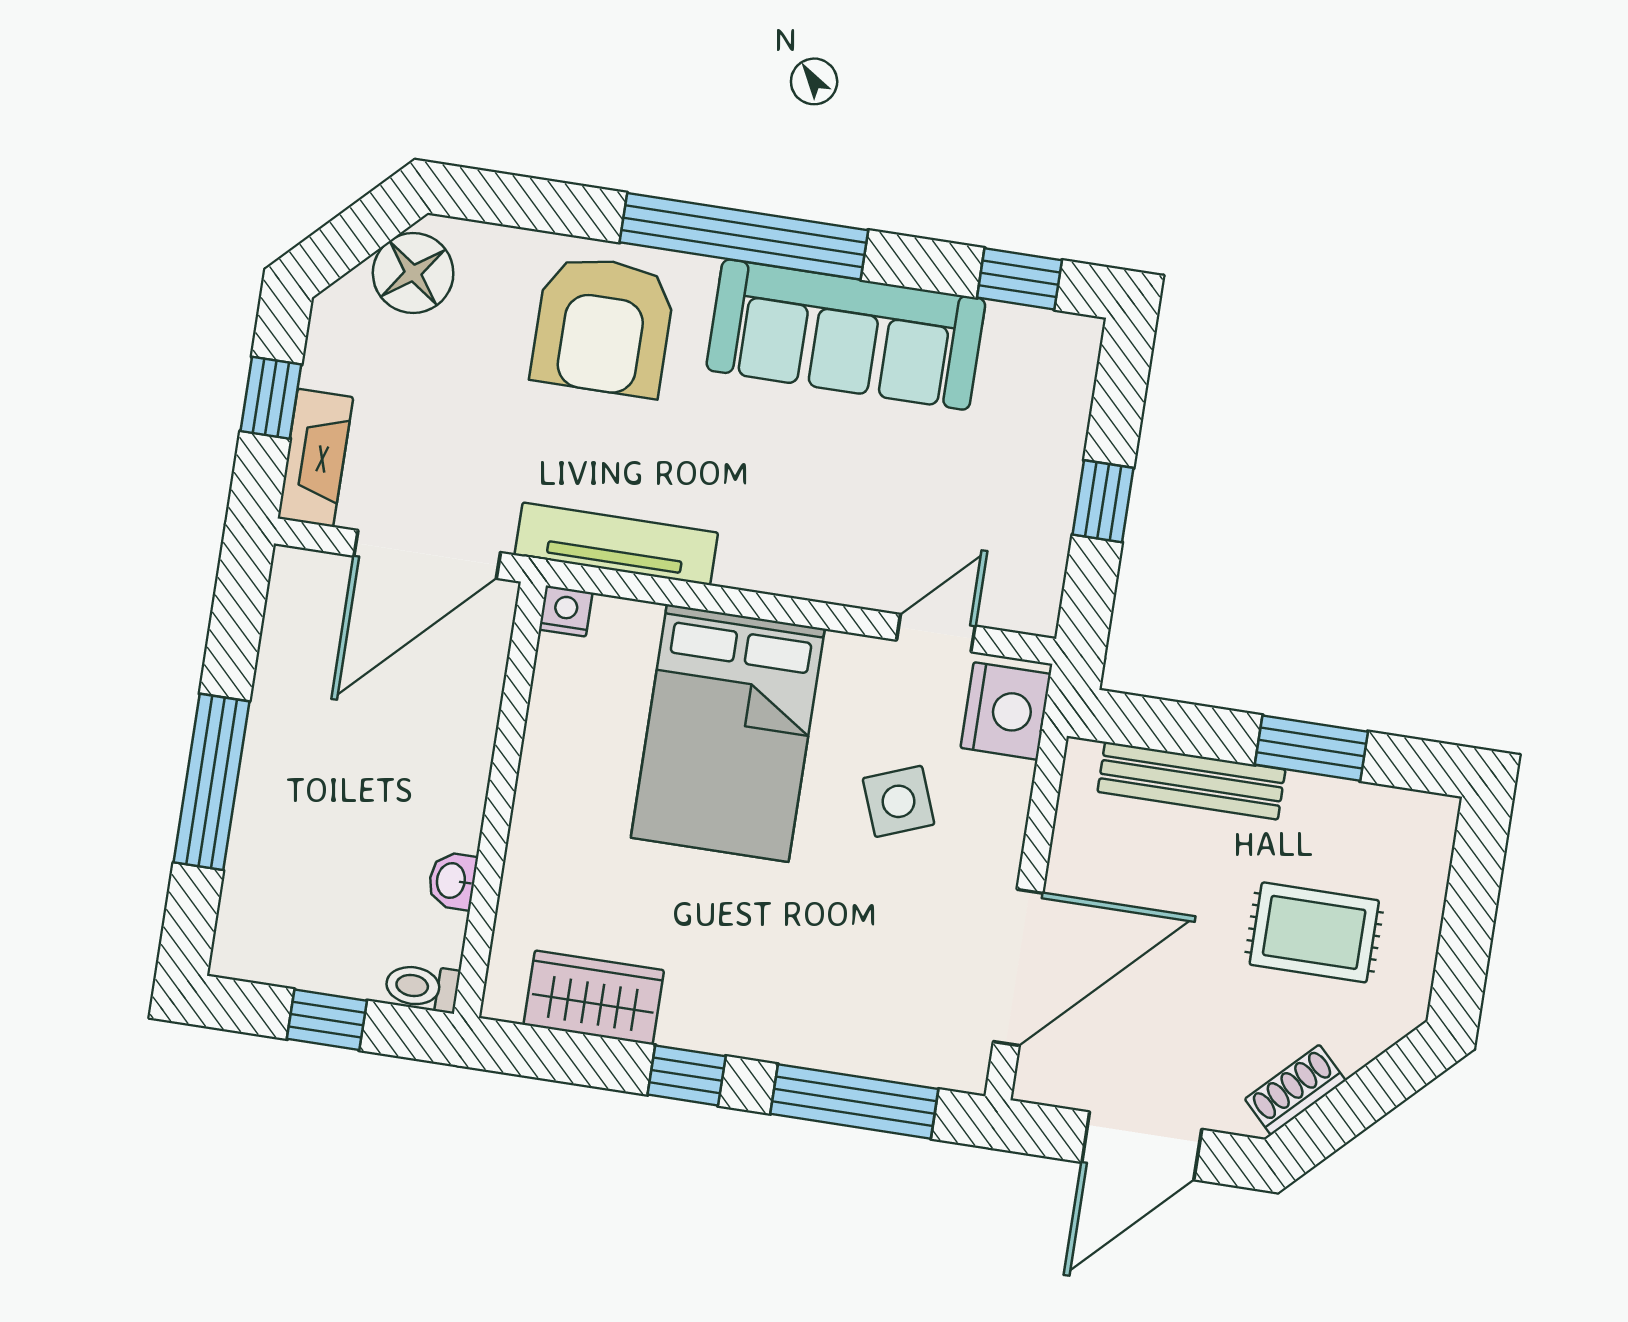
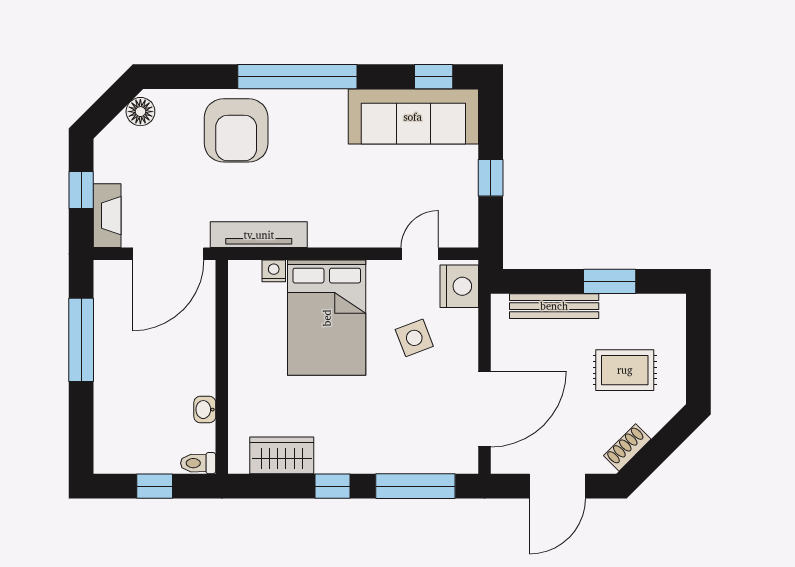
floor lamp: (413, 273) -> (140, 112), width x0.73, depth x0.73
sofa: (846, 335) -> (413, 117), moved
nightstand: (566, 611) -> (274, 271), moved
window: (211, 782) -> (81, 340), moved

